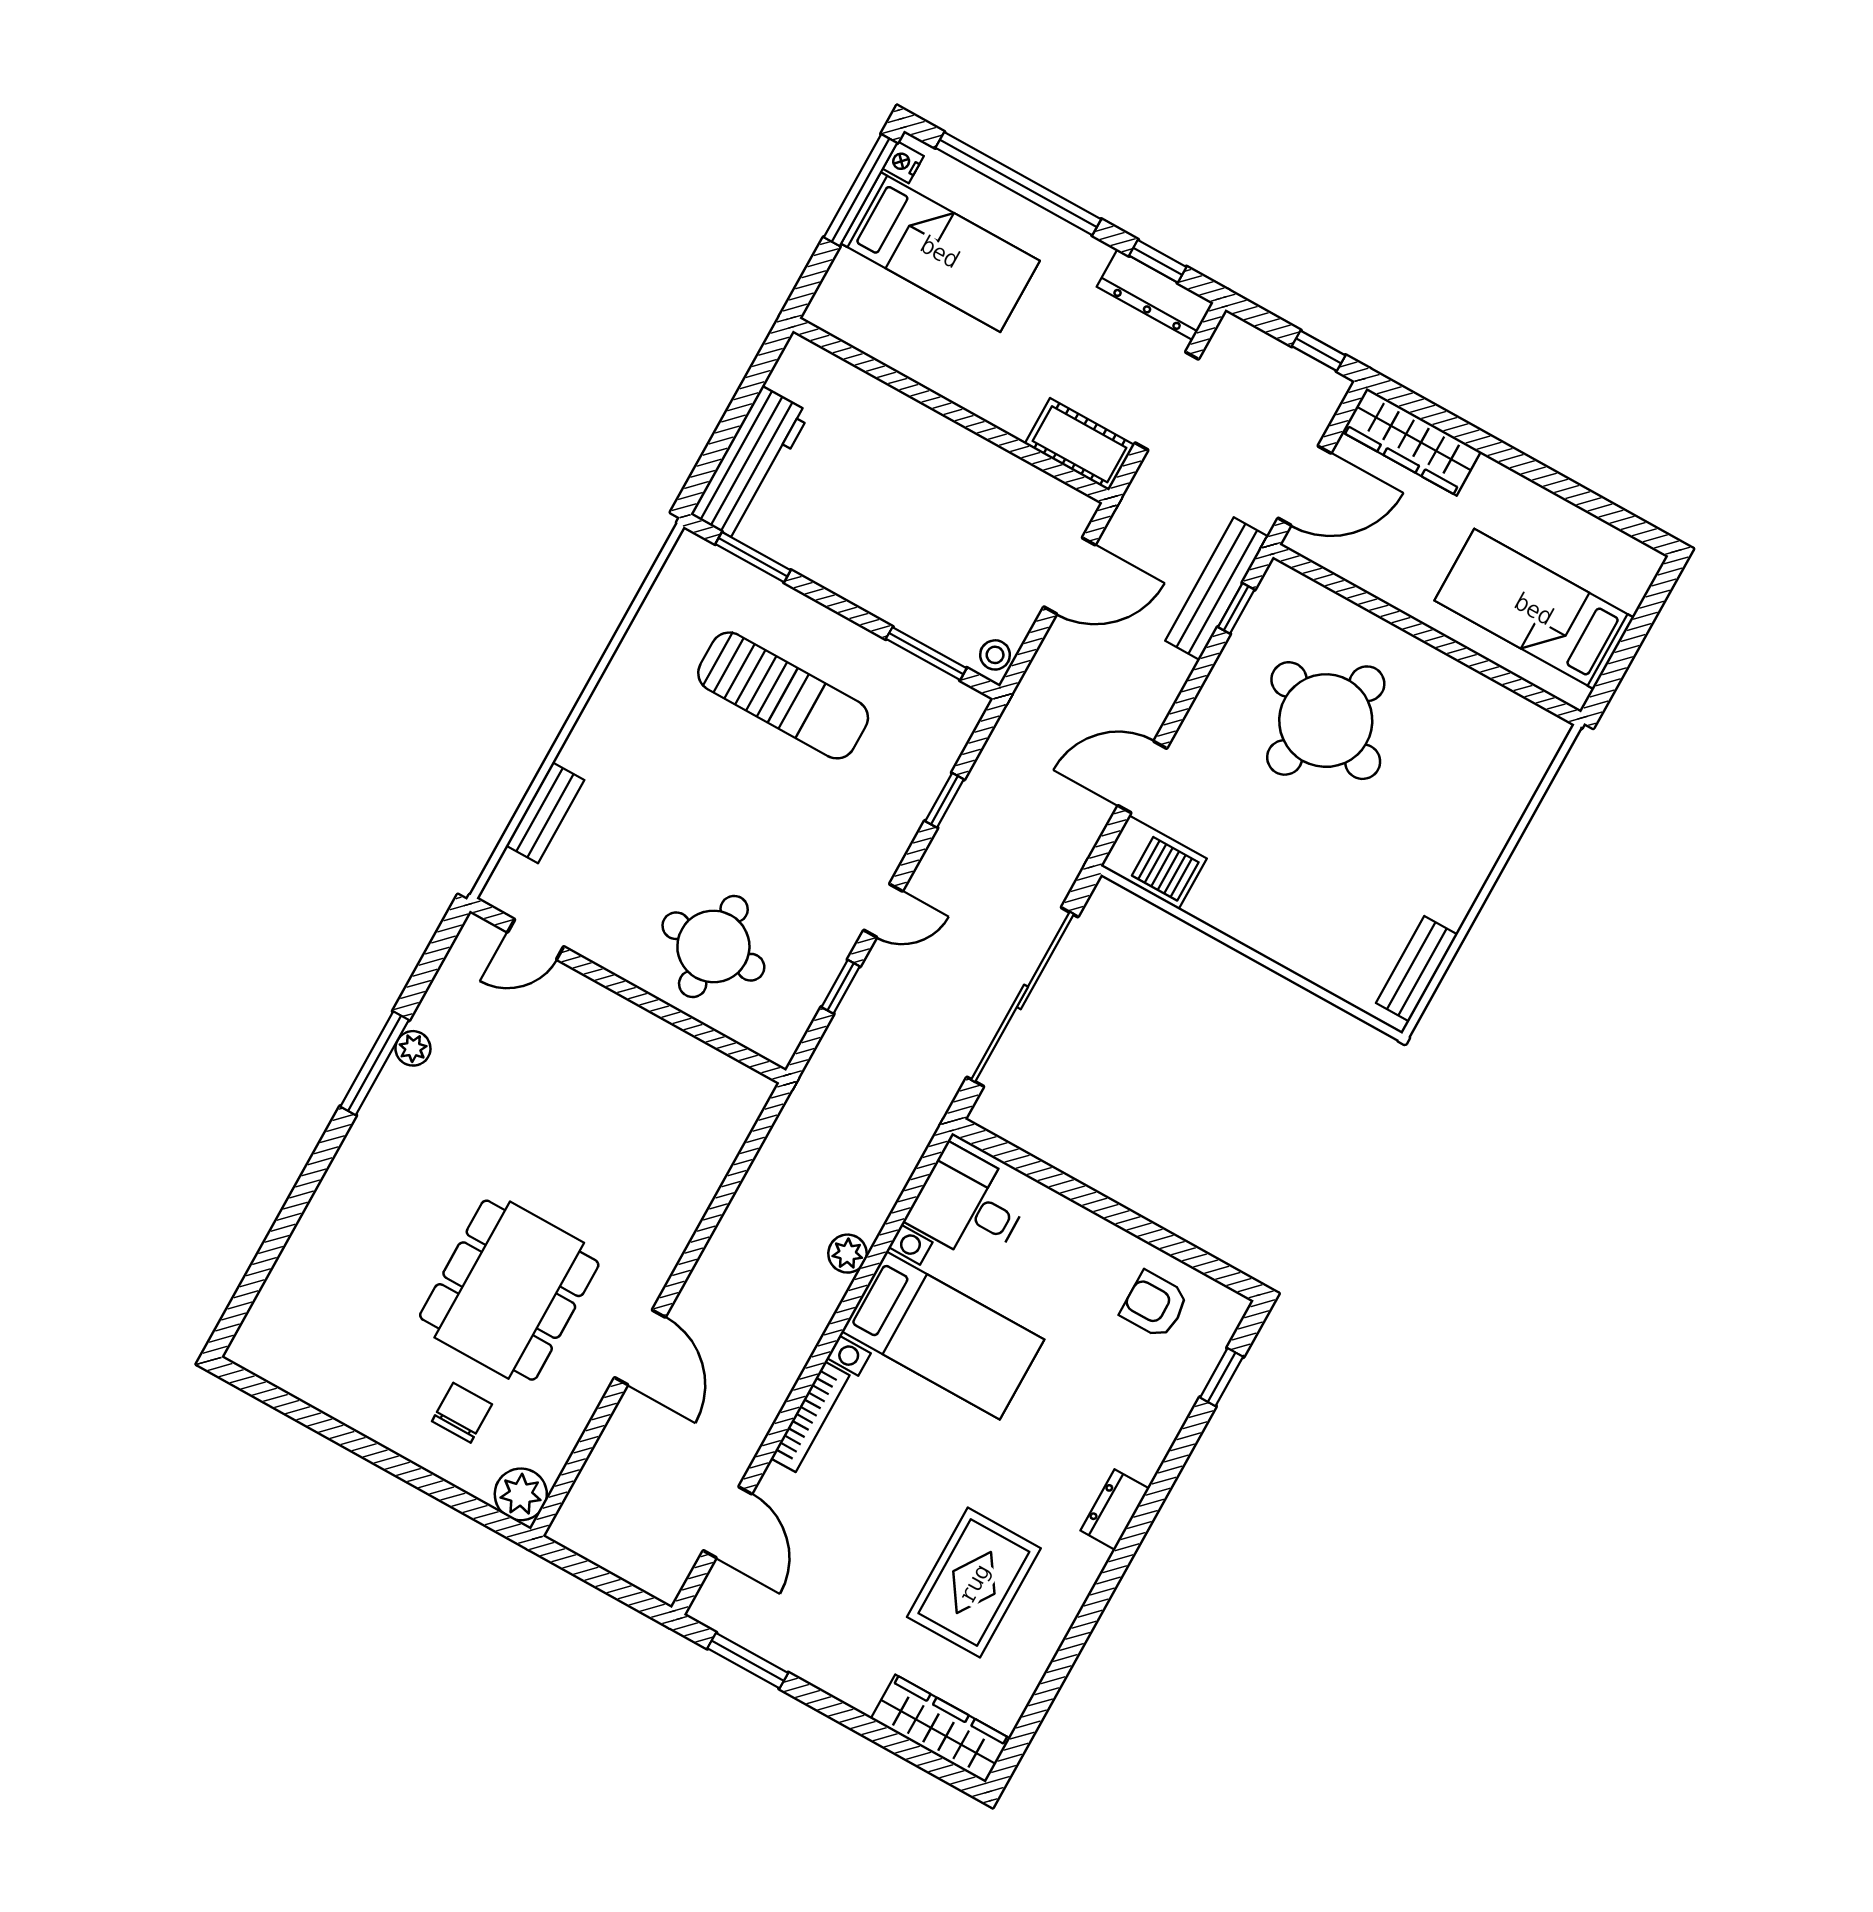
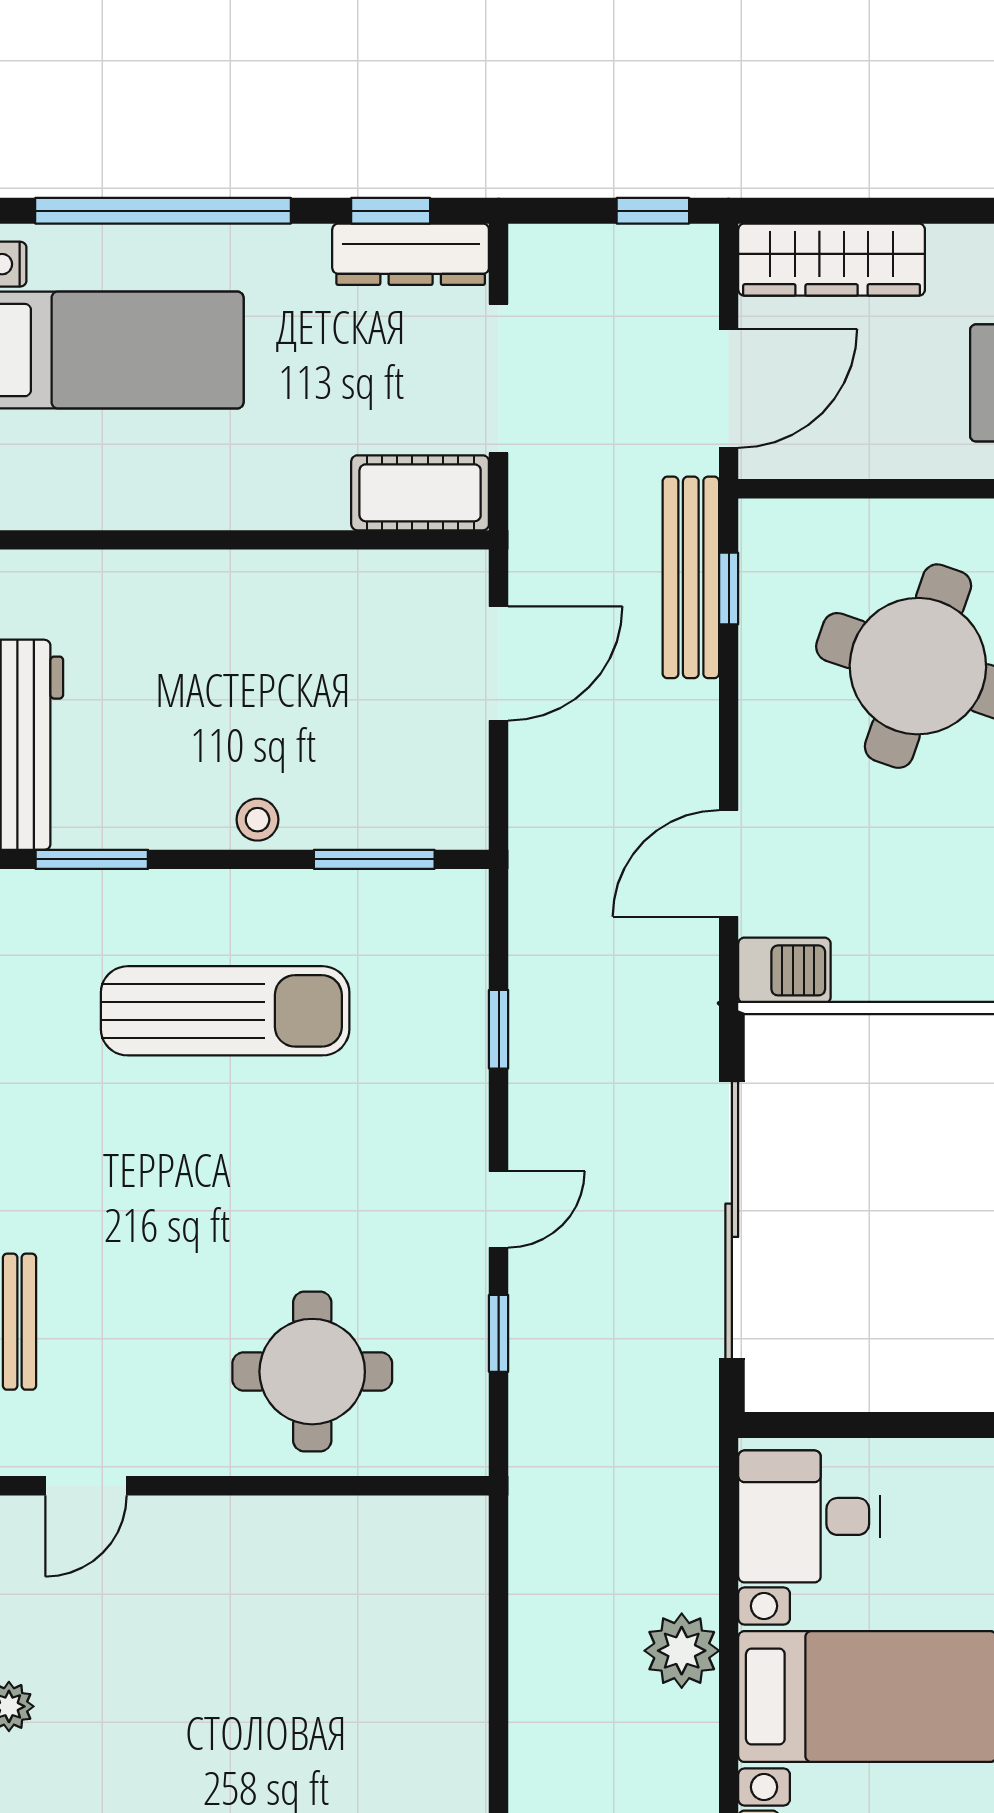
stool: (995, 655) -> (258, 820), moved
barbecue: (1154, 862) -> (784, 970), width x0.73, depth x0.79
plant: (847, 1254) -> (682, 1651), width x1.38, depth x1.38

